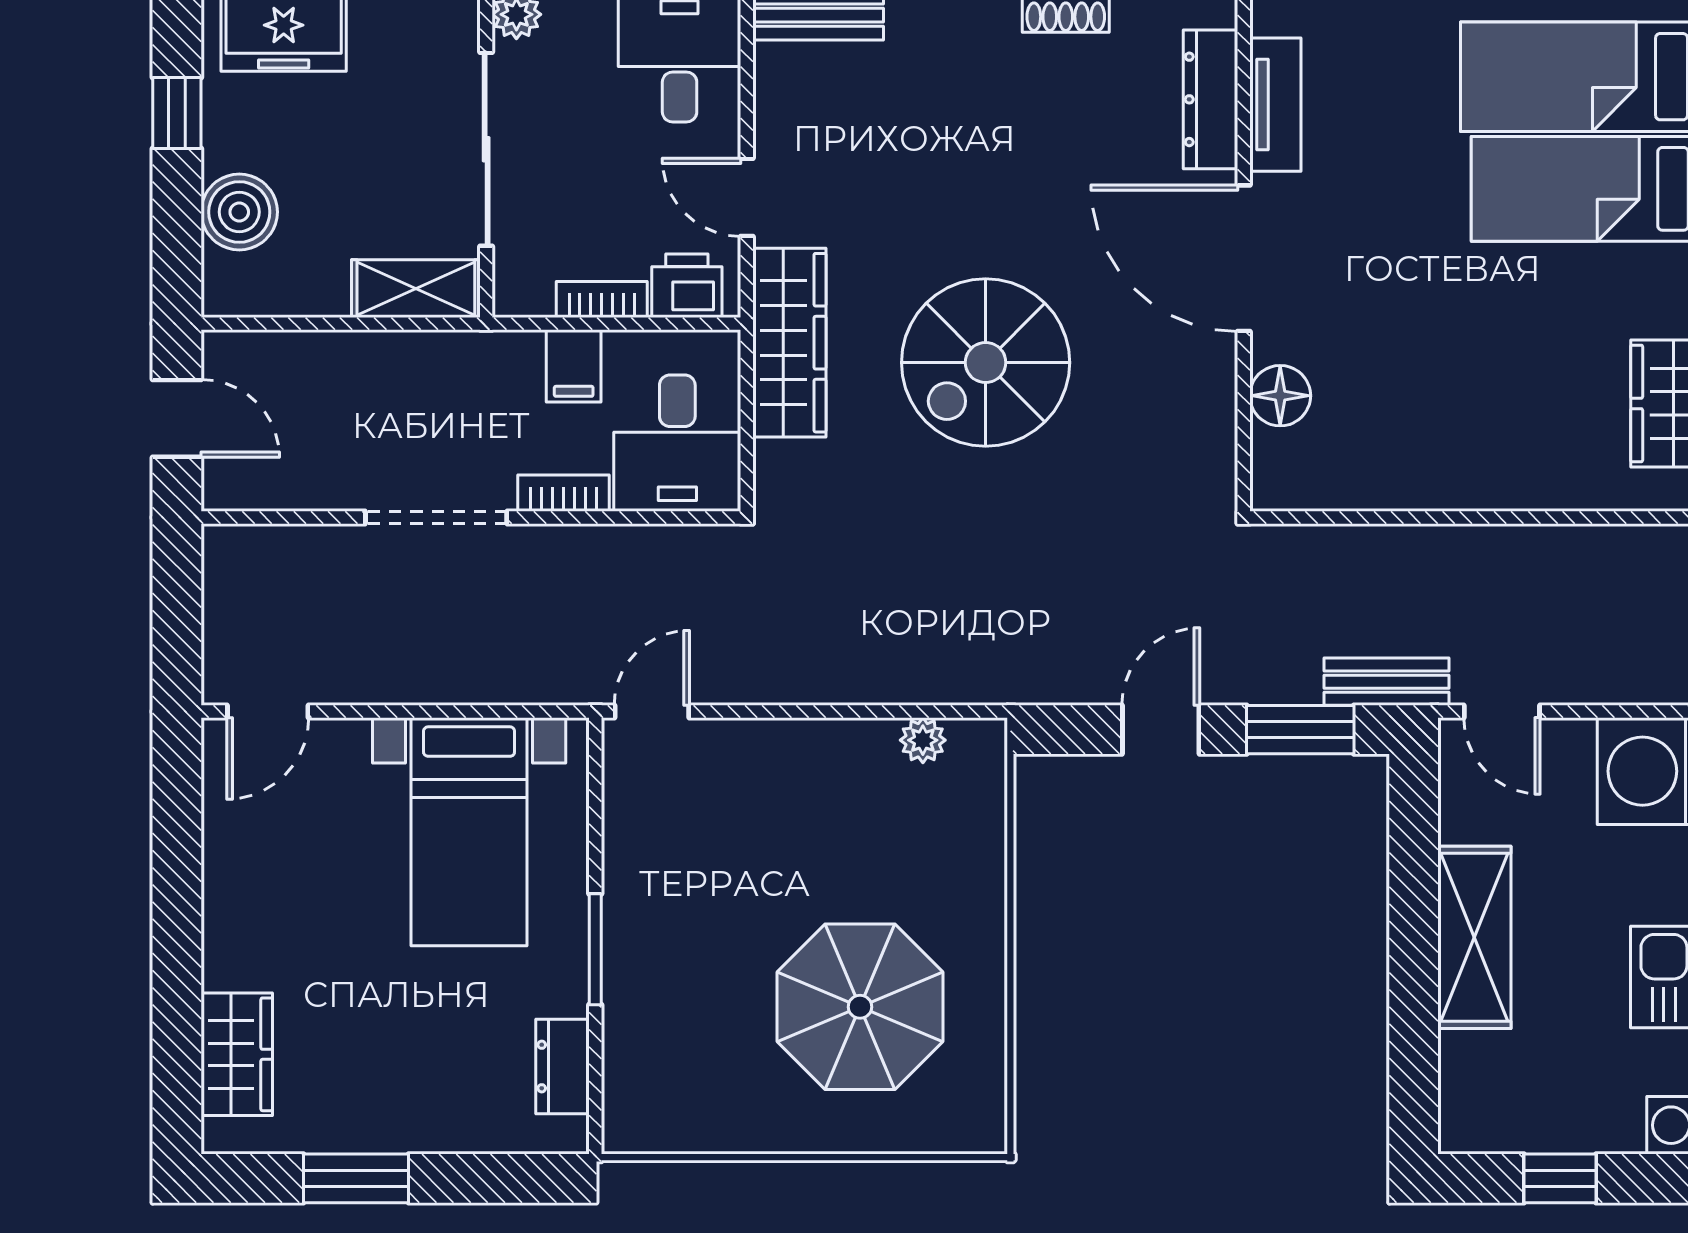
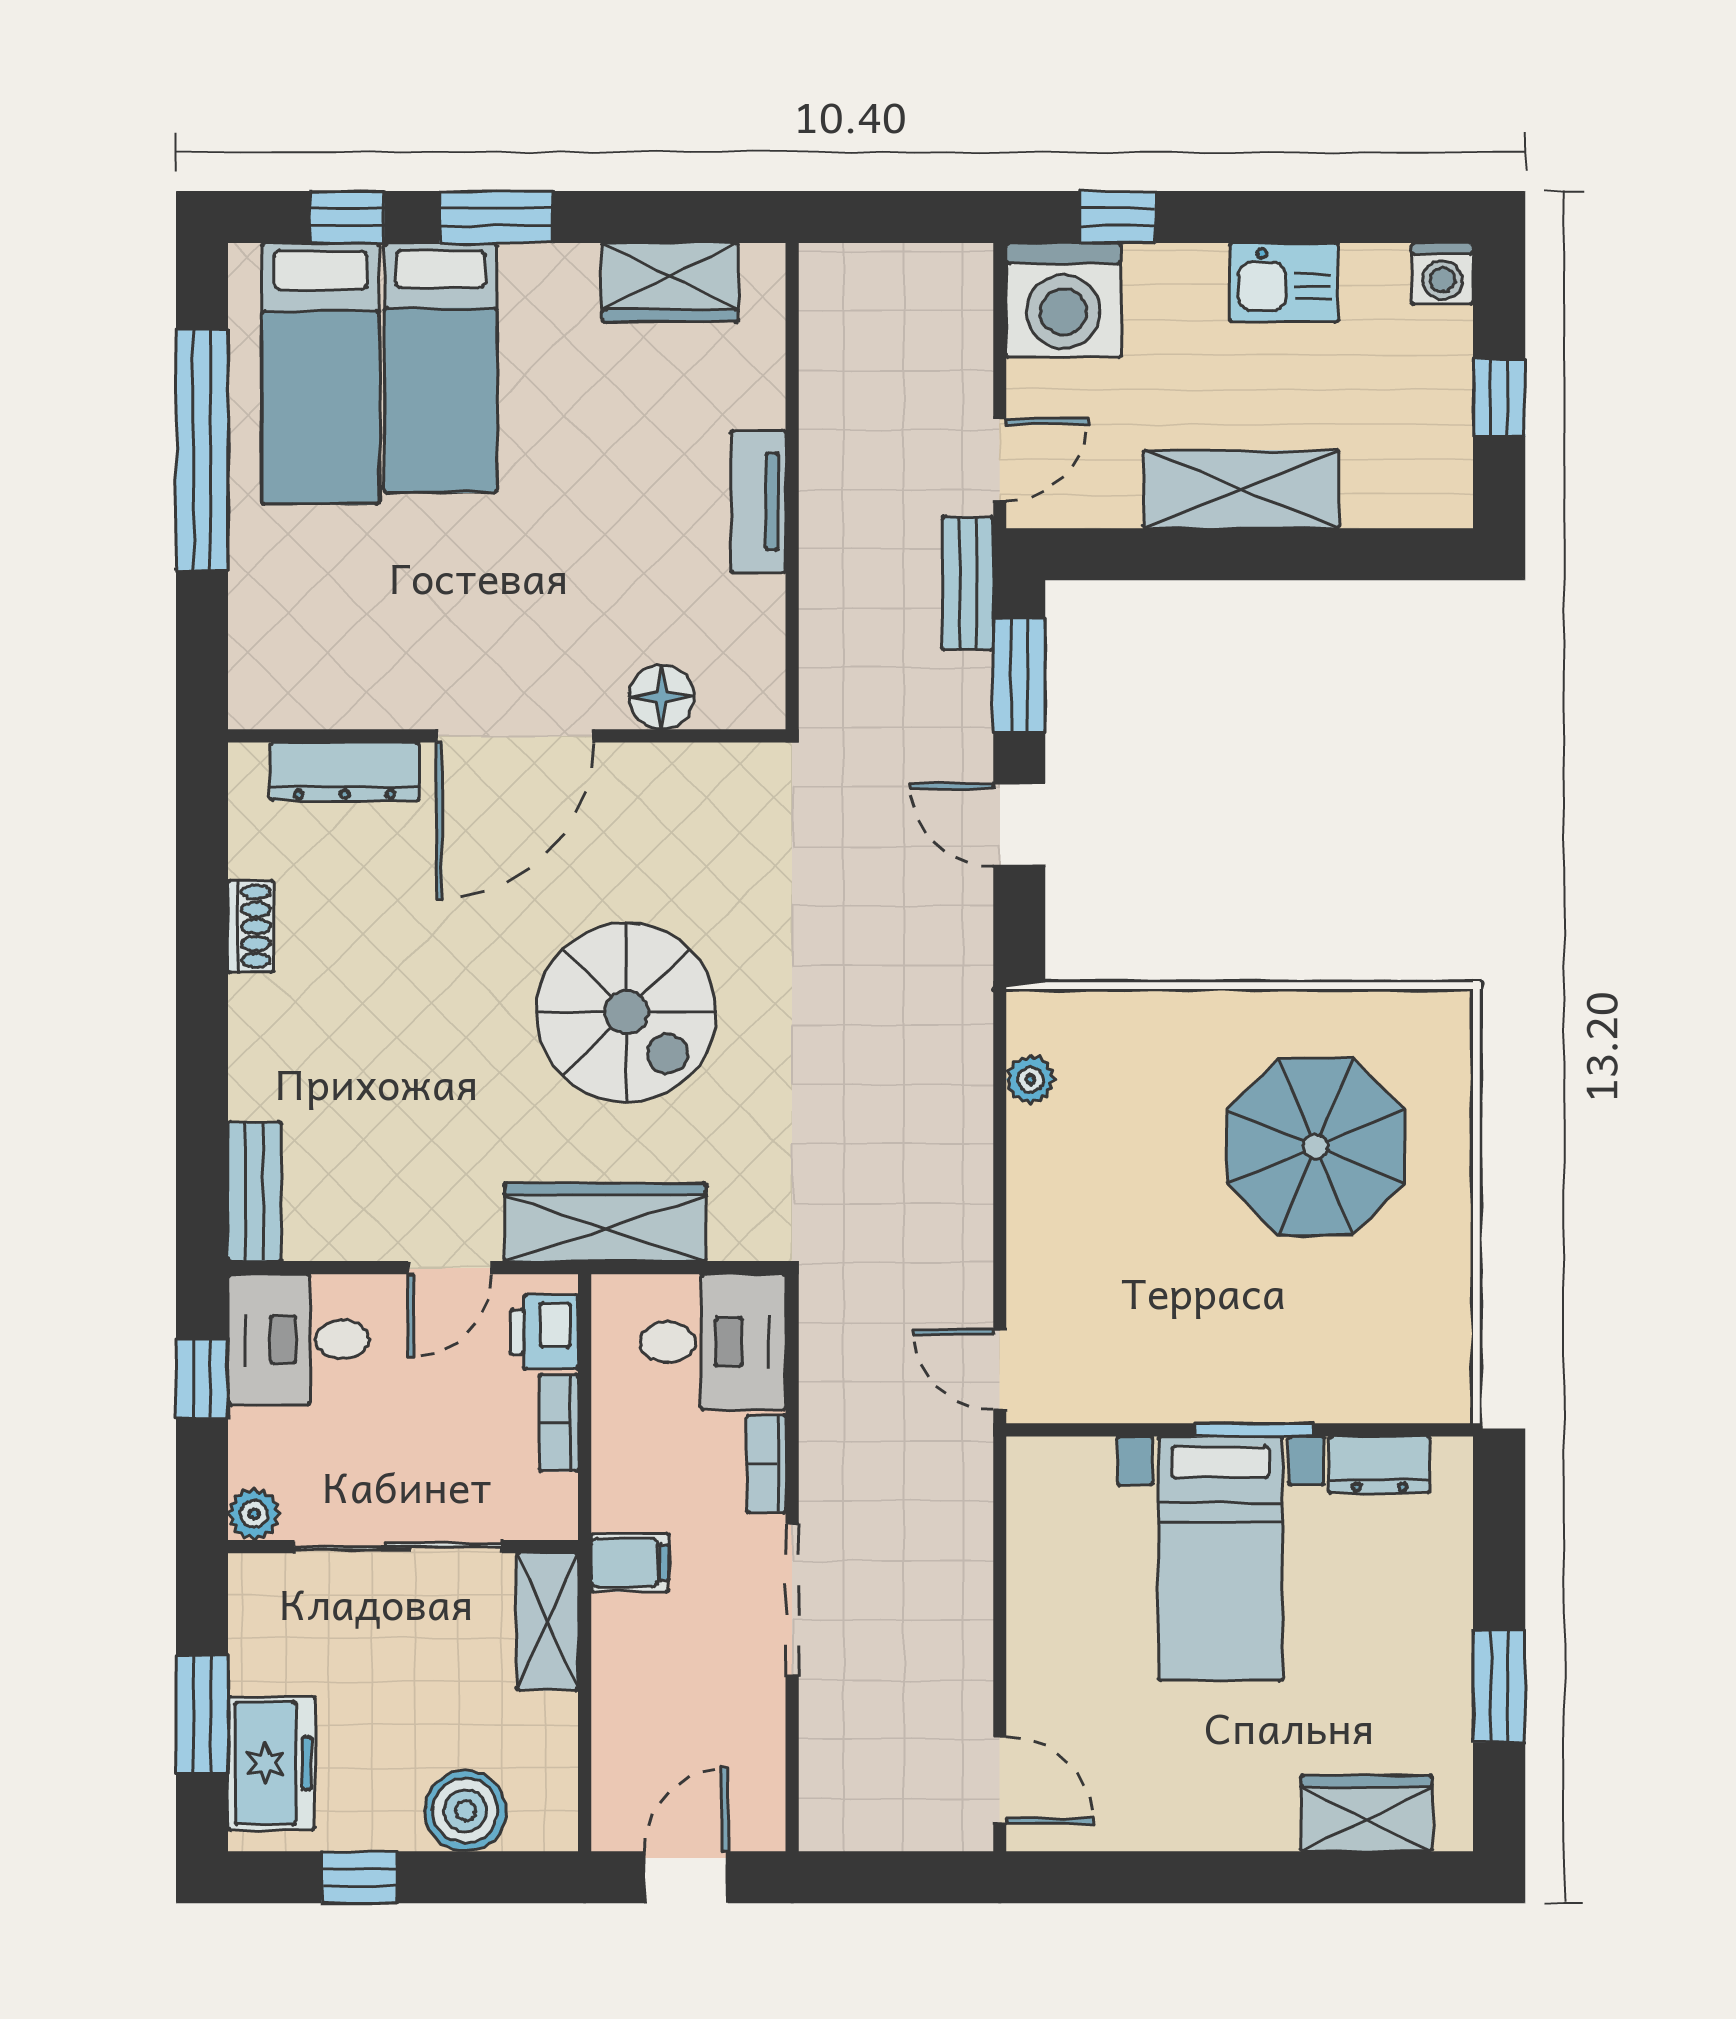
tv unit: (1275, 105) -> (758, 502), moved, turned -90
filing cabinet: (574, 366) -> (630, 1563), moved
bed with nightstands: (469, 832) -> (1220, 1558), moved, turned 90

